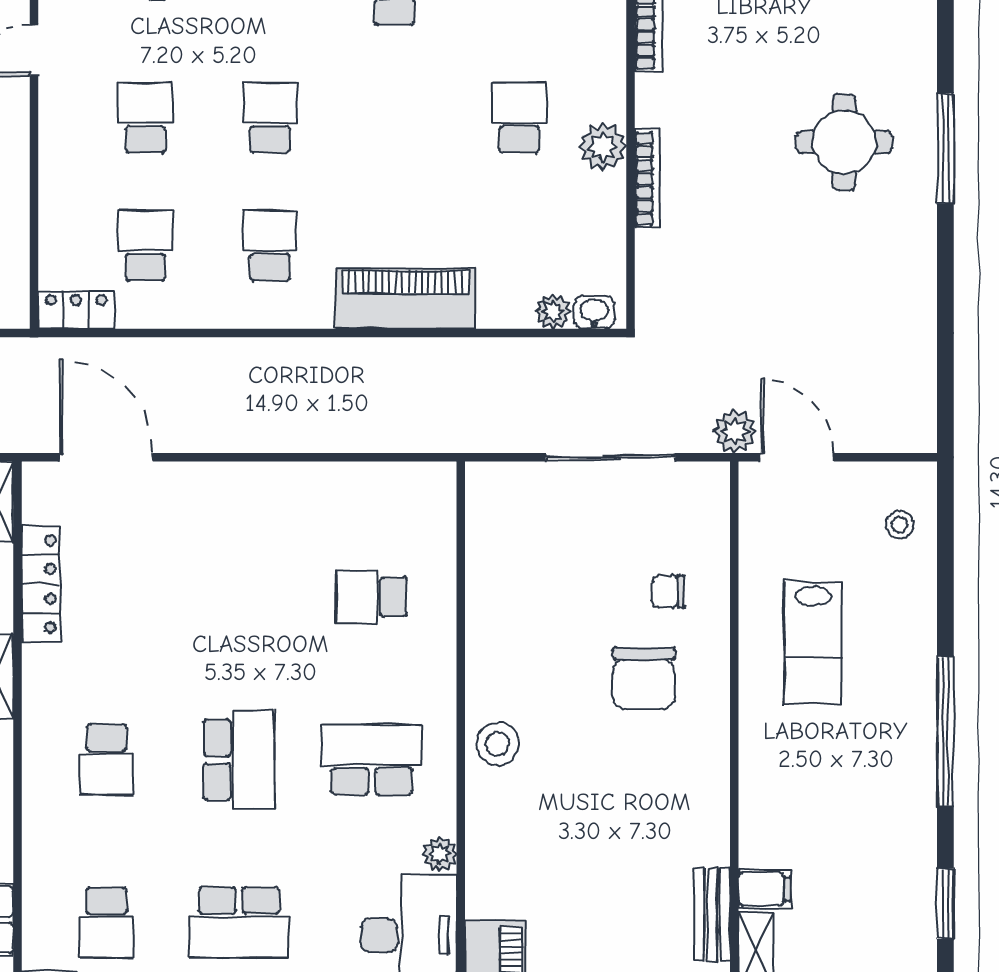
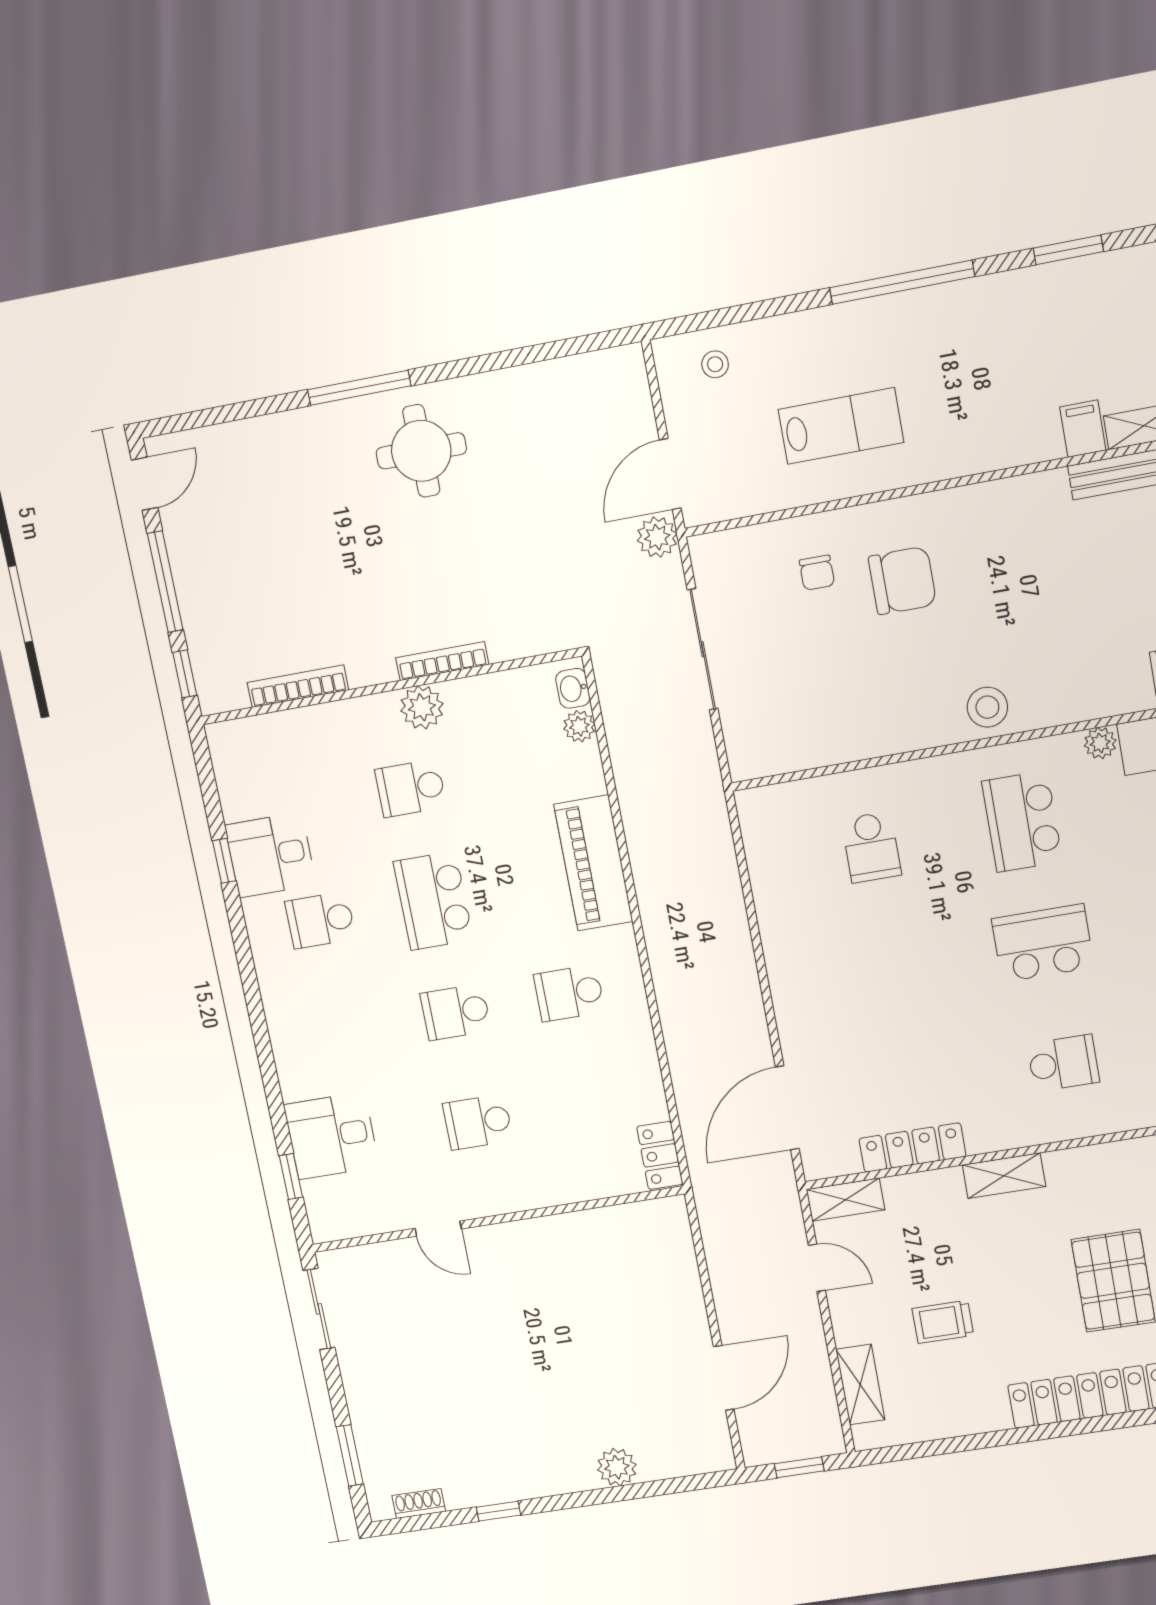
round table: (844, 142) -> (421, 451), moved
school desk: (145, 245) -> (433, 901), moved, width x1.85

